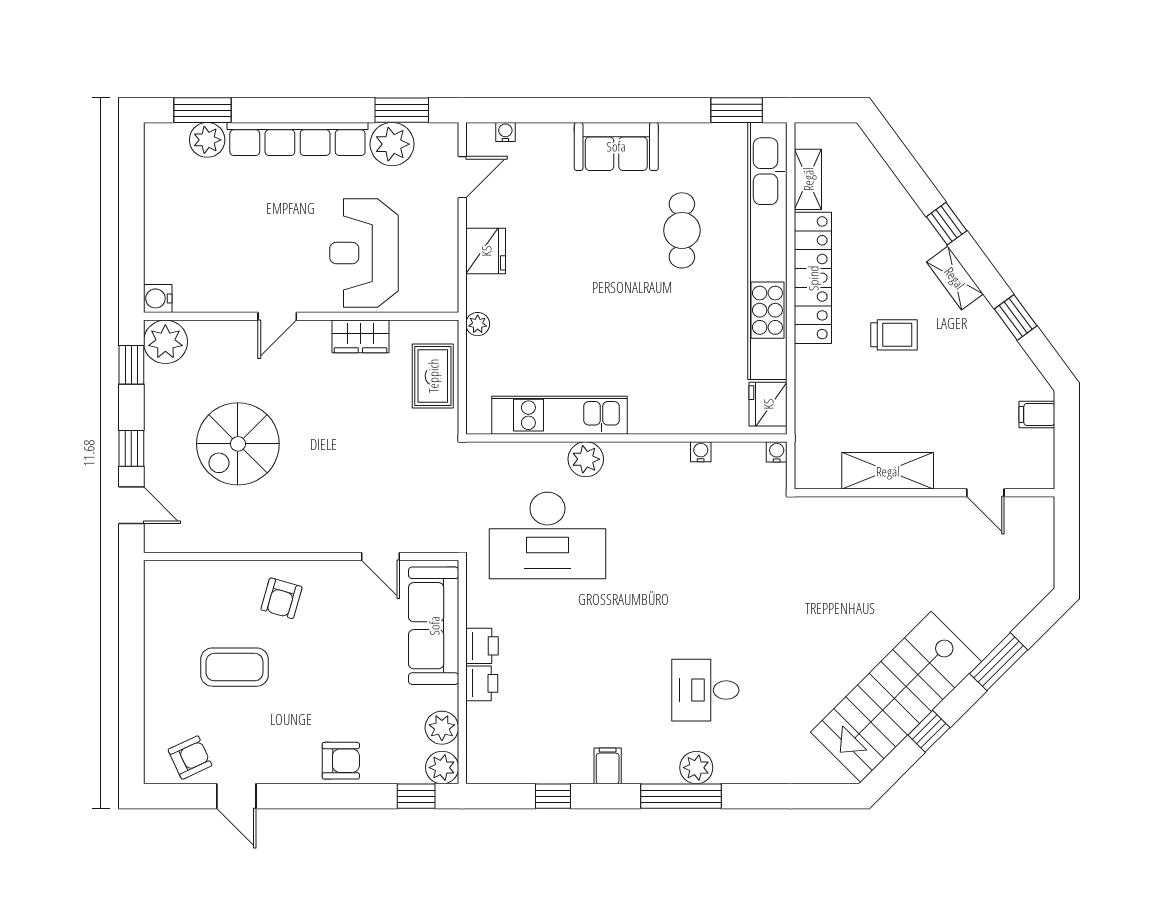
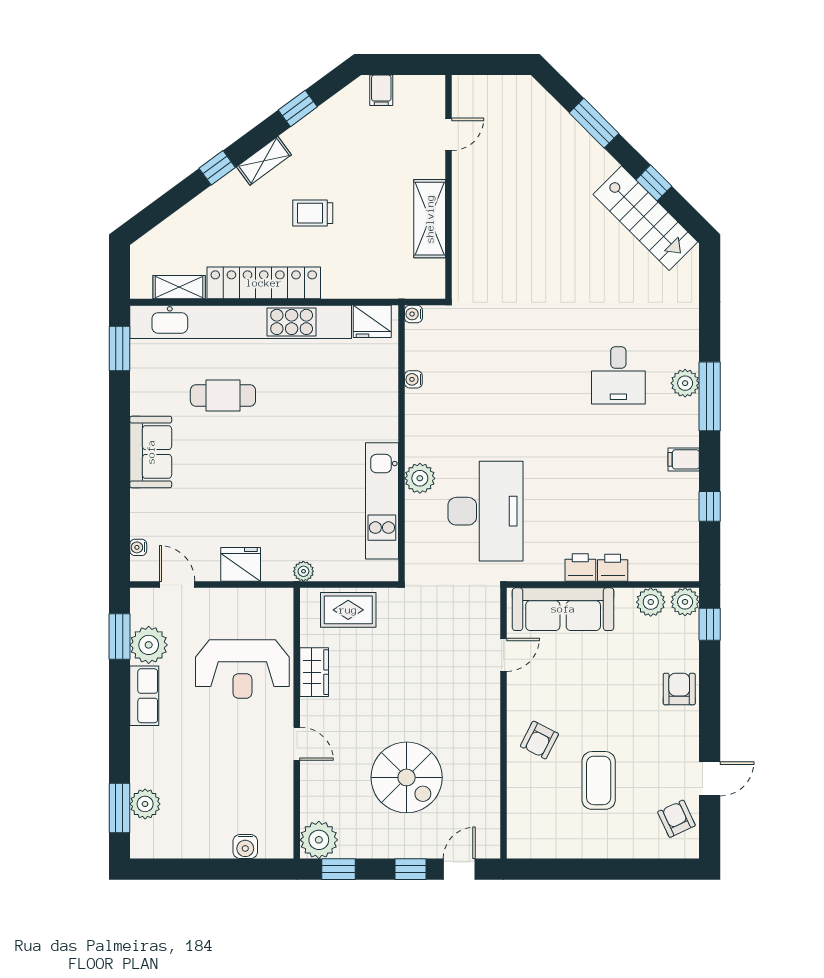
row of seats: (297, 139) -> (144, 696), width x0.50
water cooler: (158, 298) -> (245, 846), moved
trolley: (894, 335) -> (313, 213), turned -90
armchair: (281, 598) -> (539, 740), turned 101
stairs: (896, 697) -> (645, 218), width x0.73, depth x0.66

